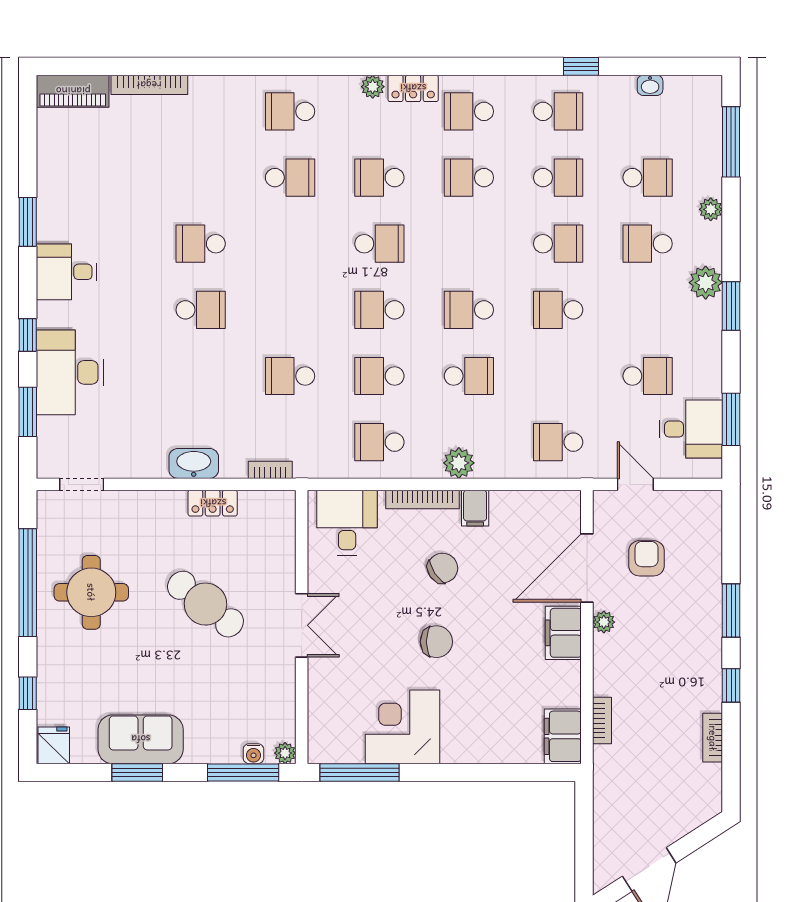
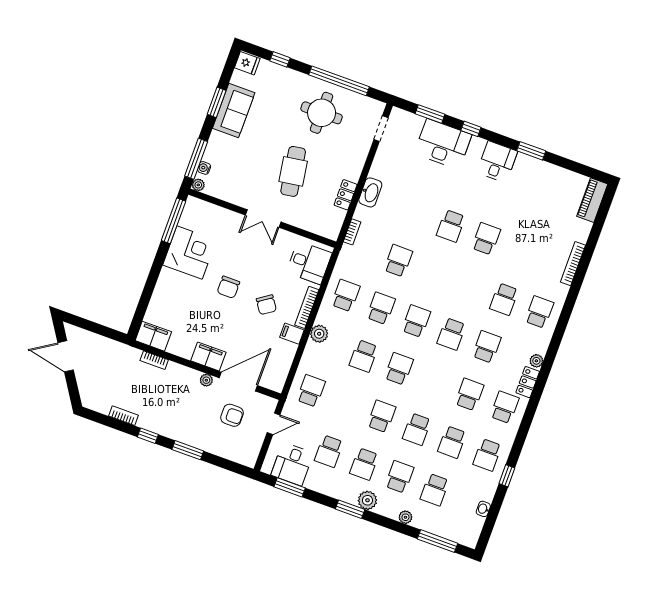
bookcase: (149, 85) -> (573, 264), moved
school desk: (648, 310) -> (364, 464), added
door: (587, 568) -> (238, 382), hinge flipped
cafe table: (205, 604) -> (293, 171), turned -47

